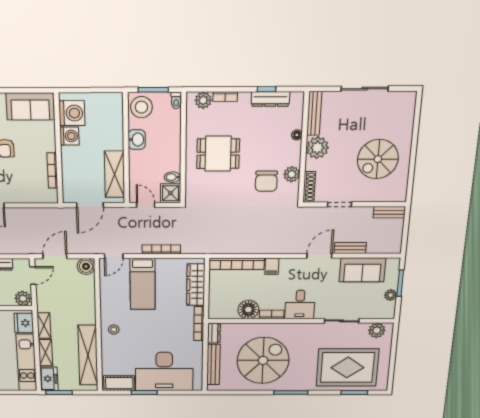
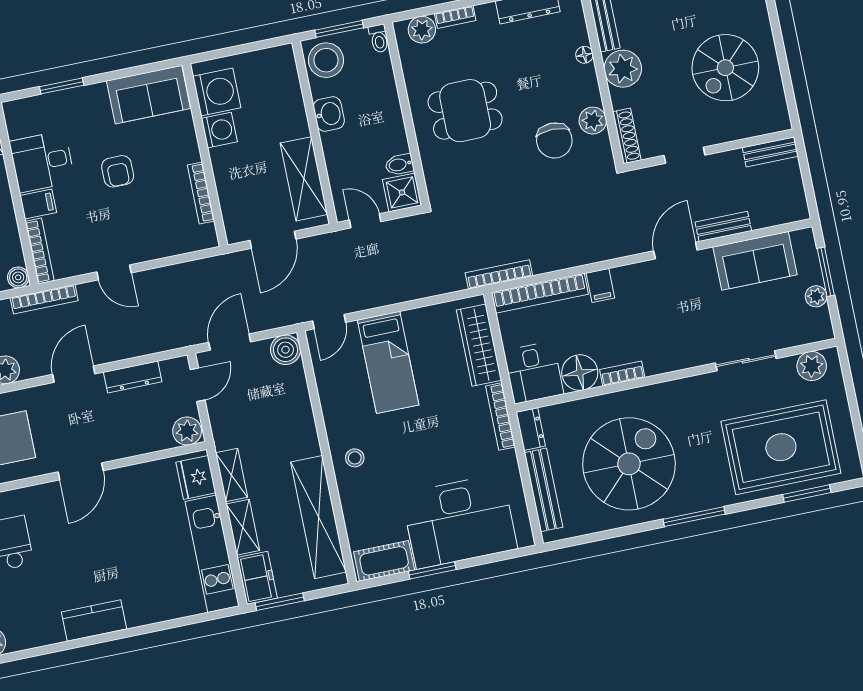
bookcase: (161, 249) -> (499, 274), moved
desk: (300, 305) -> (534, 373), moved

